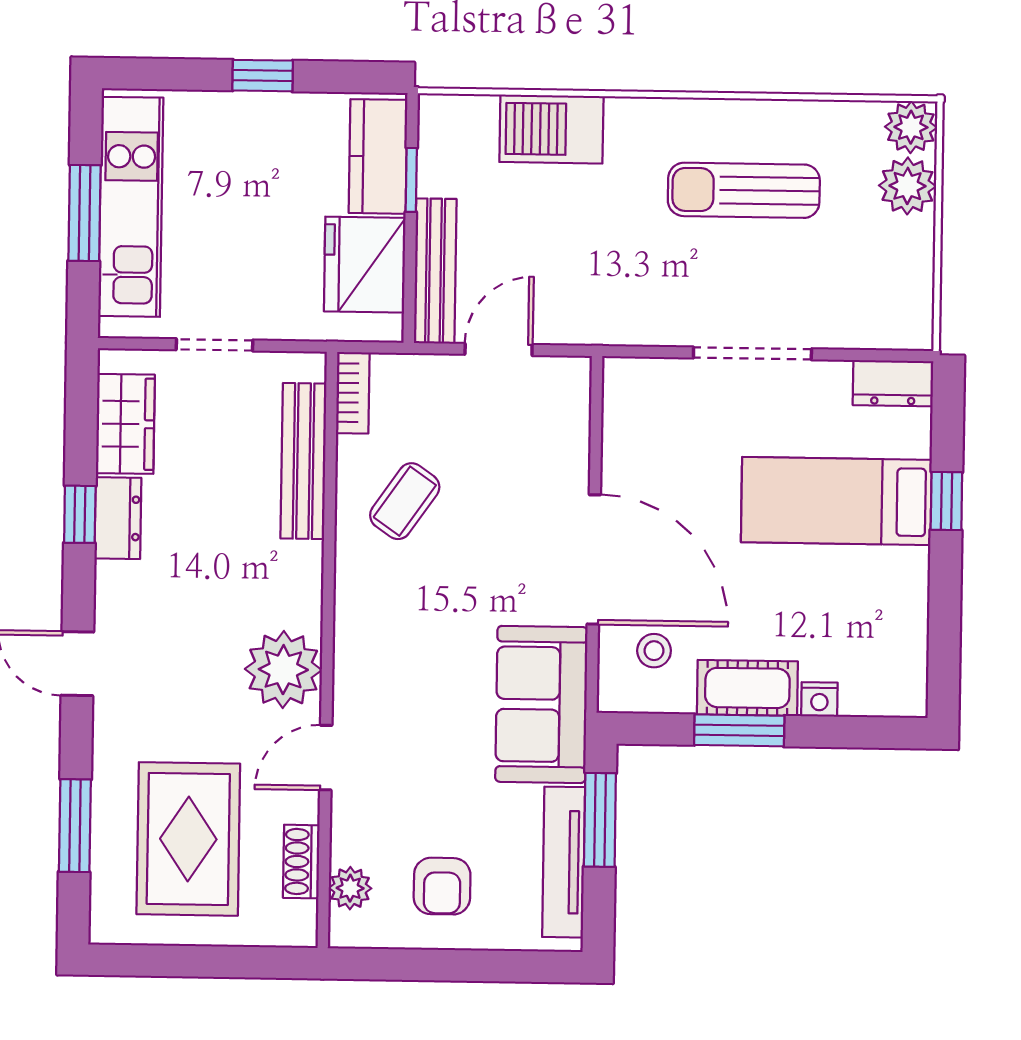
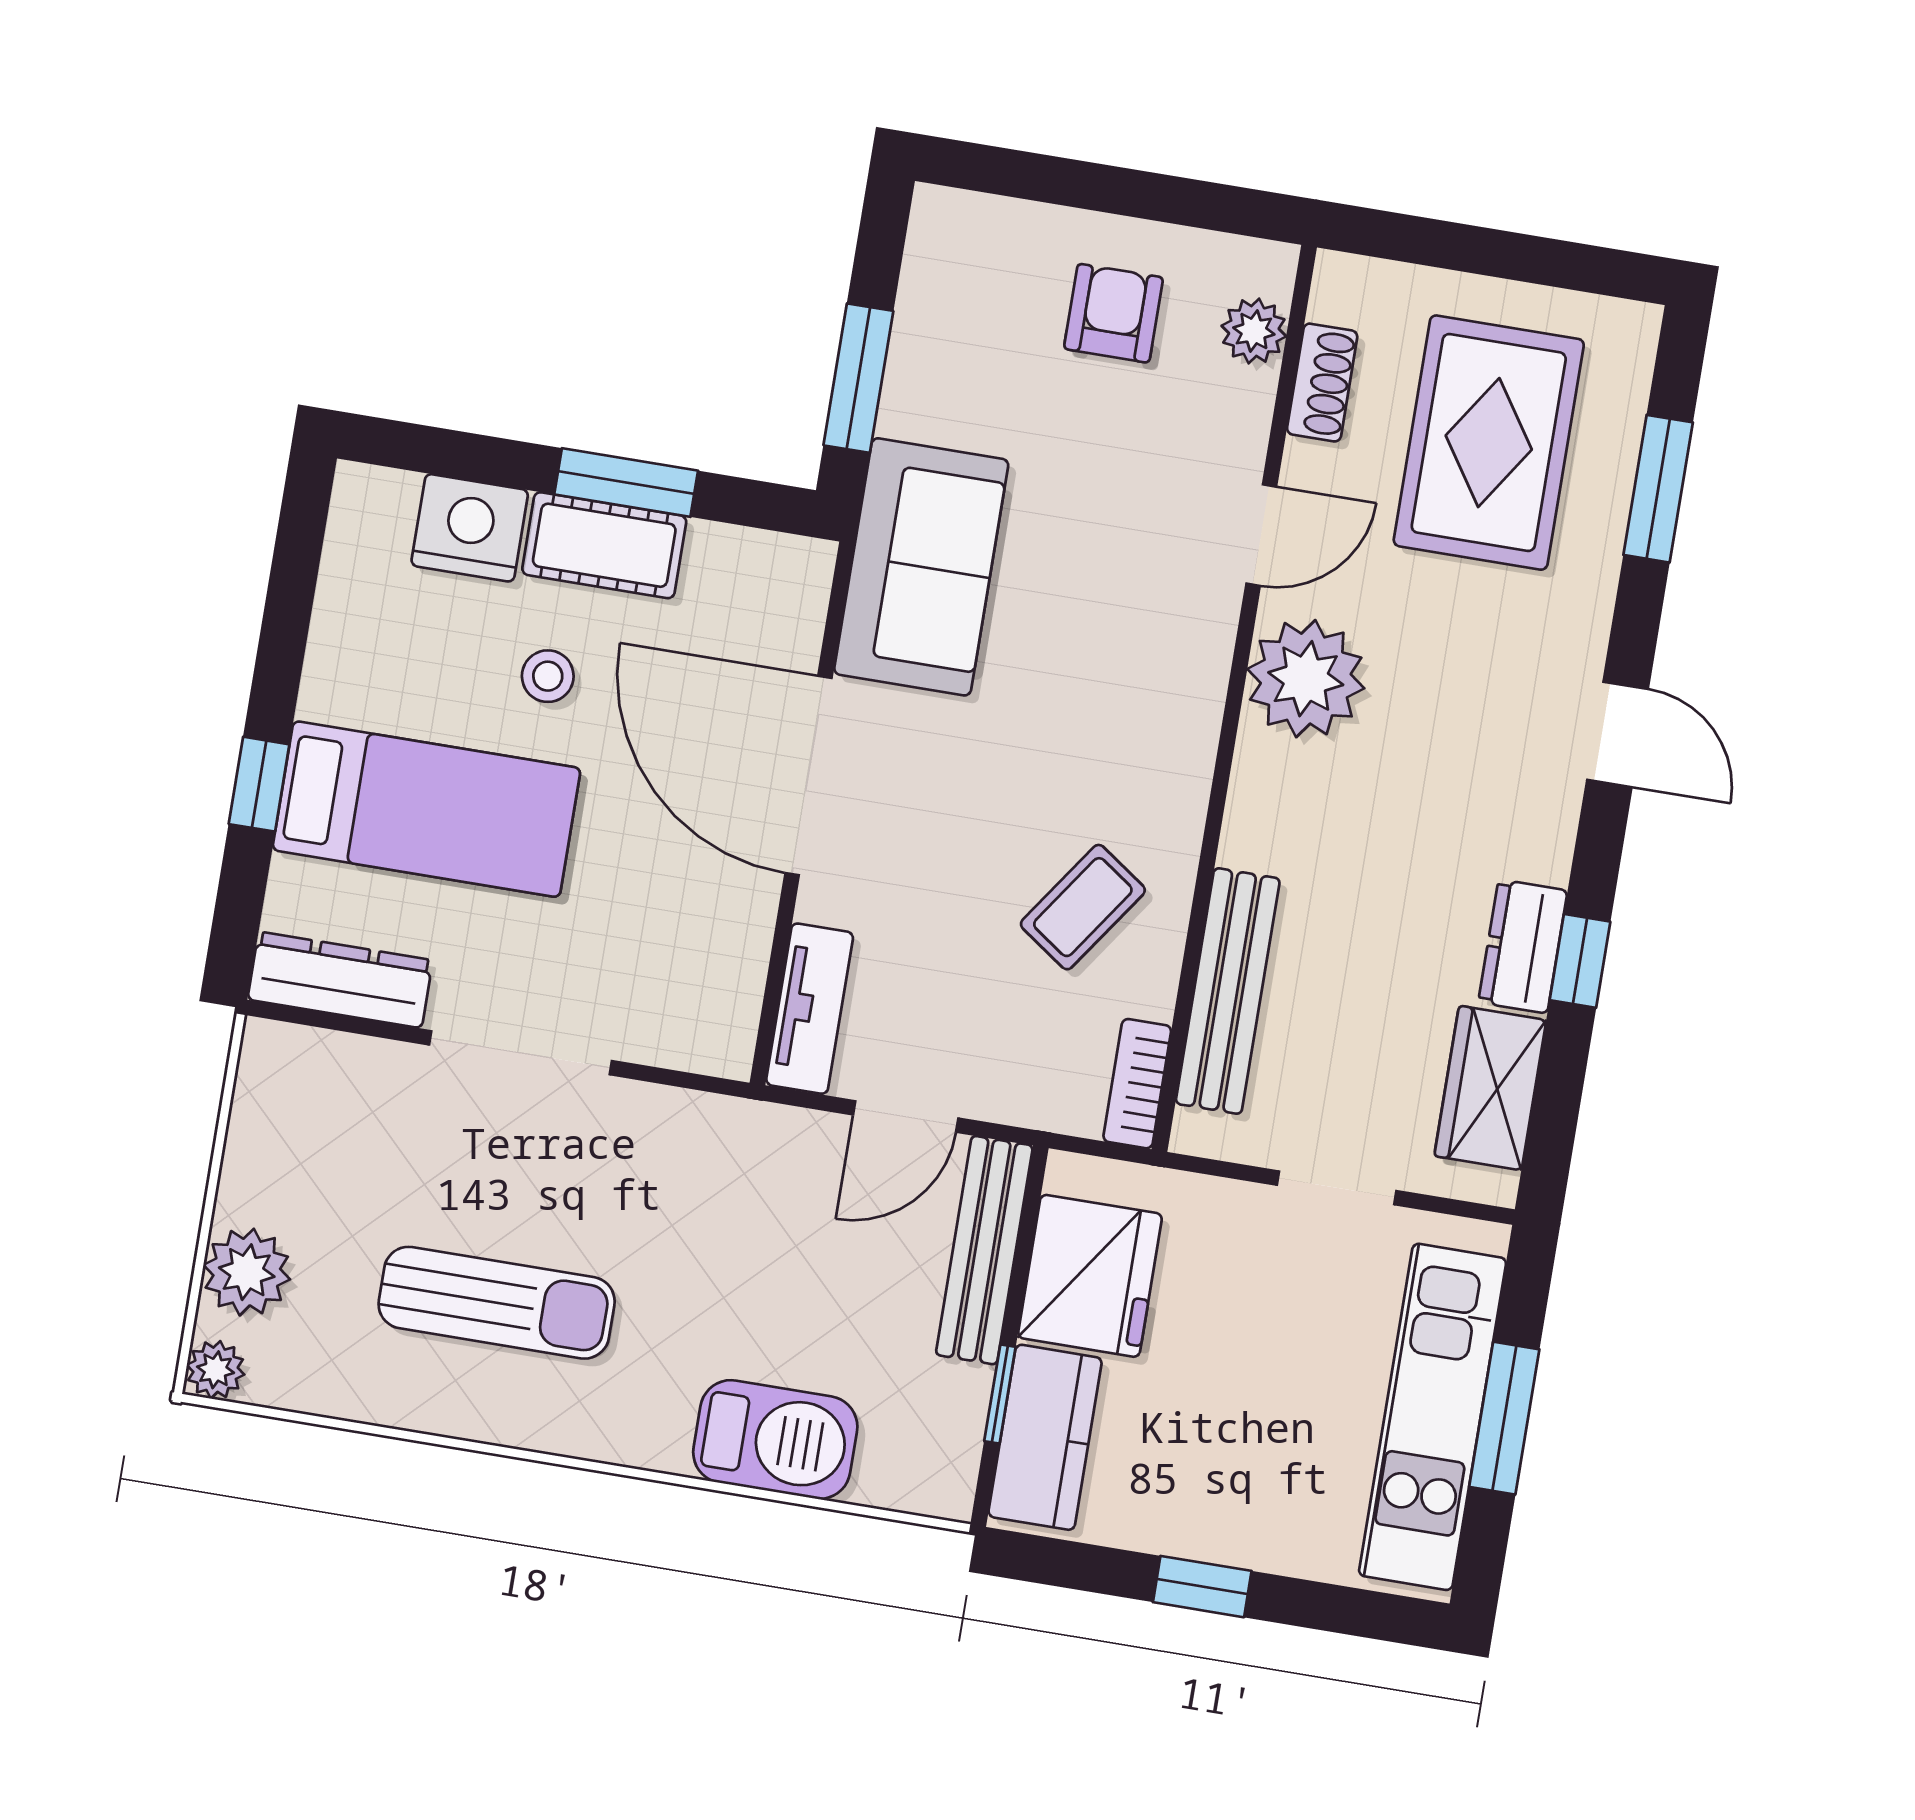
plant: (911, 127) -> (216, 1370), width x0.73, depth x0.73
dresser: (893, 383) -> (340, 980), width x1.44
stool: (654, 651) -> (548, 676), moved
nightstand: (819, 699) -> (470, 528), width x1.89, depth x1.79
tv unit: (564, 862) -> (810, 1009), moved, width x0.71

